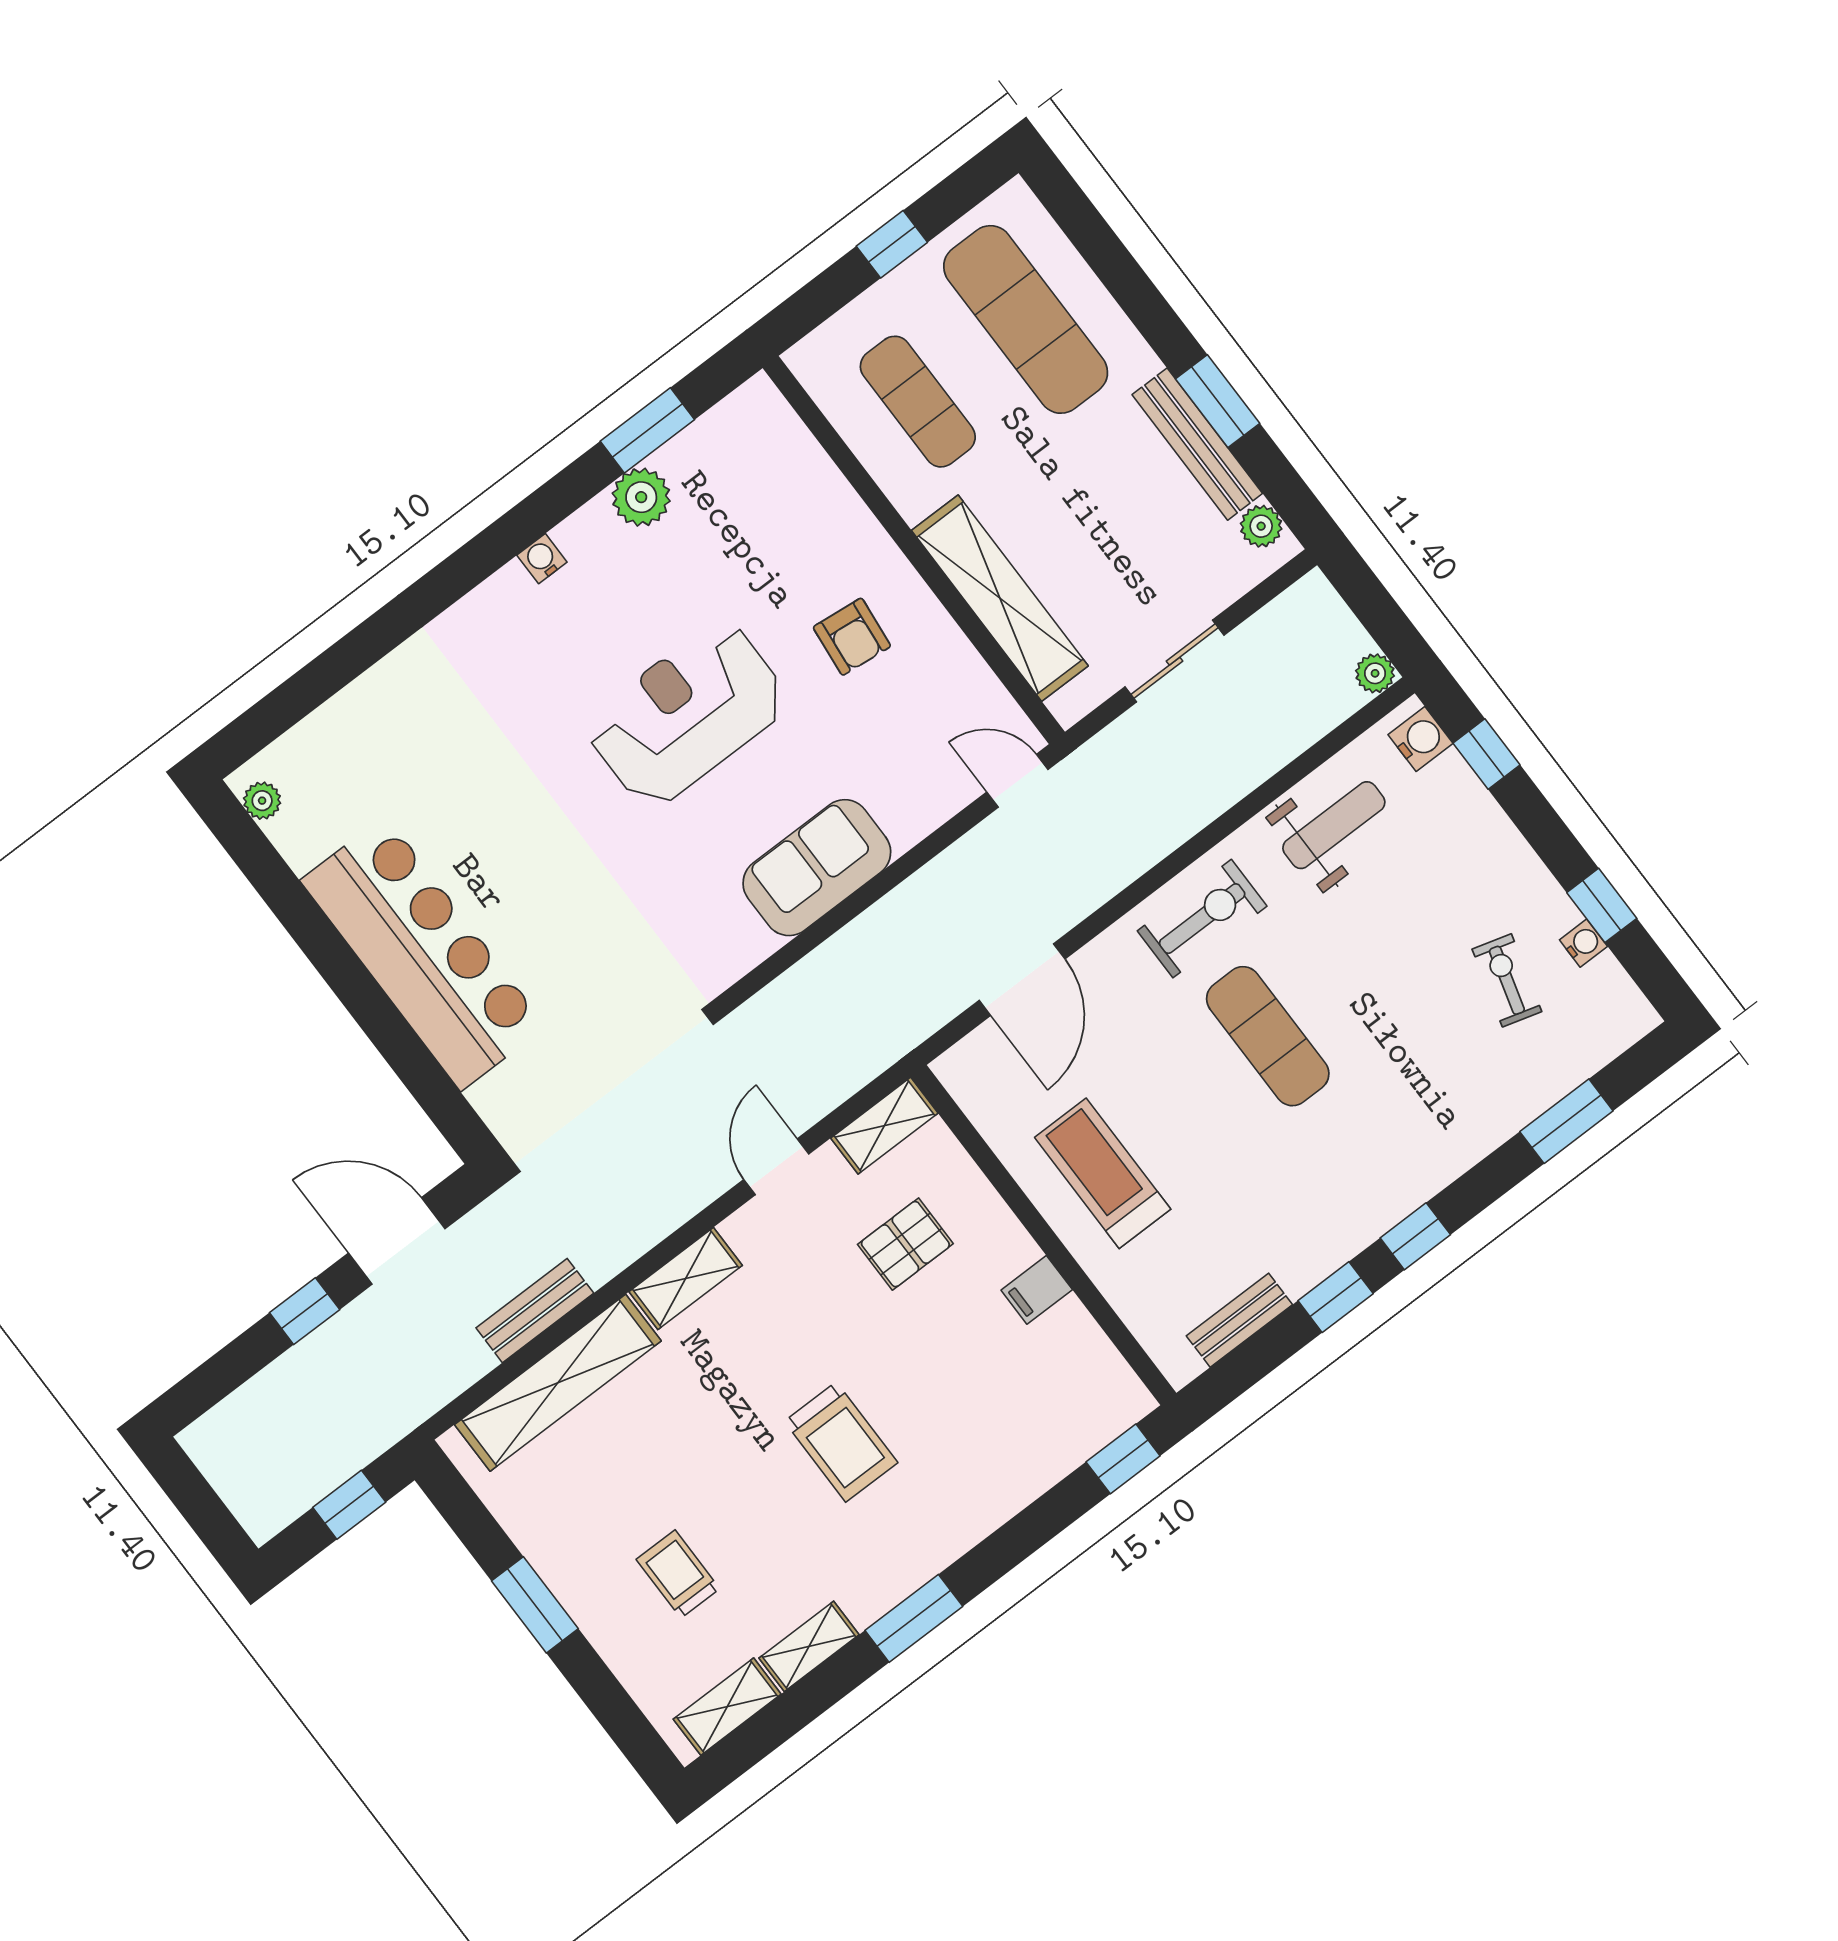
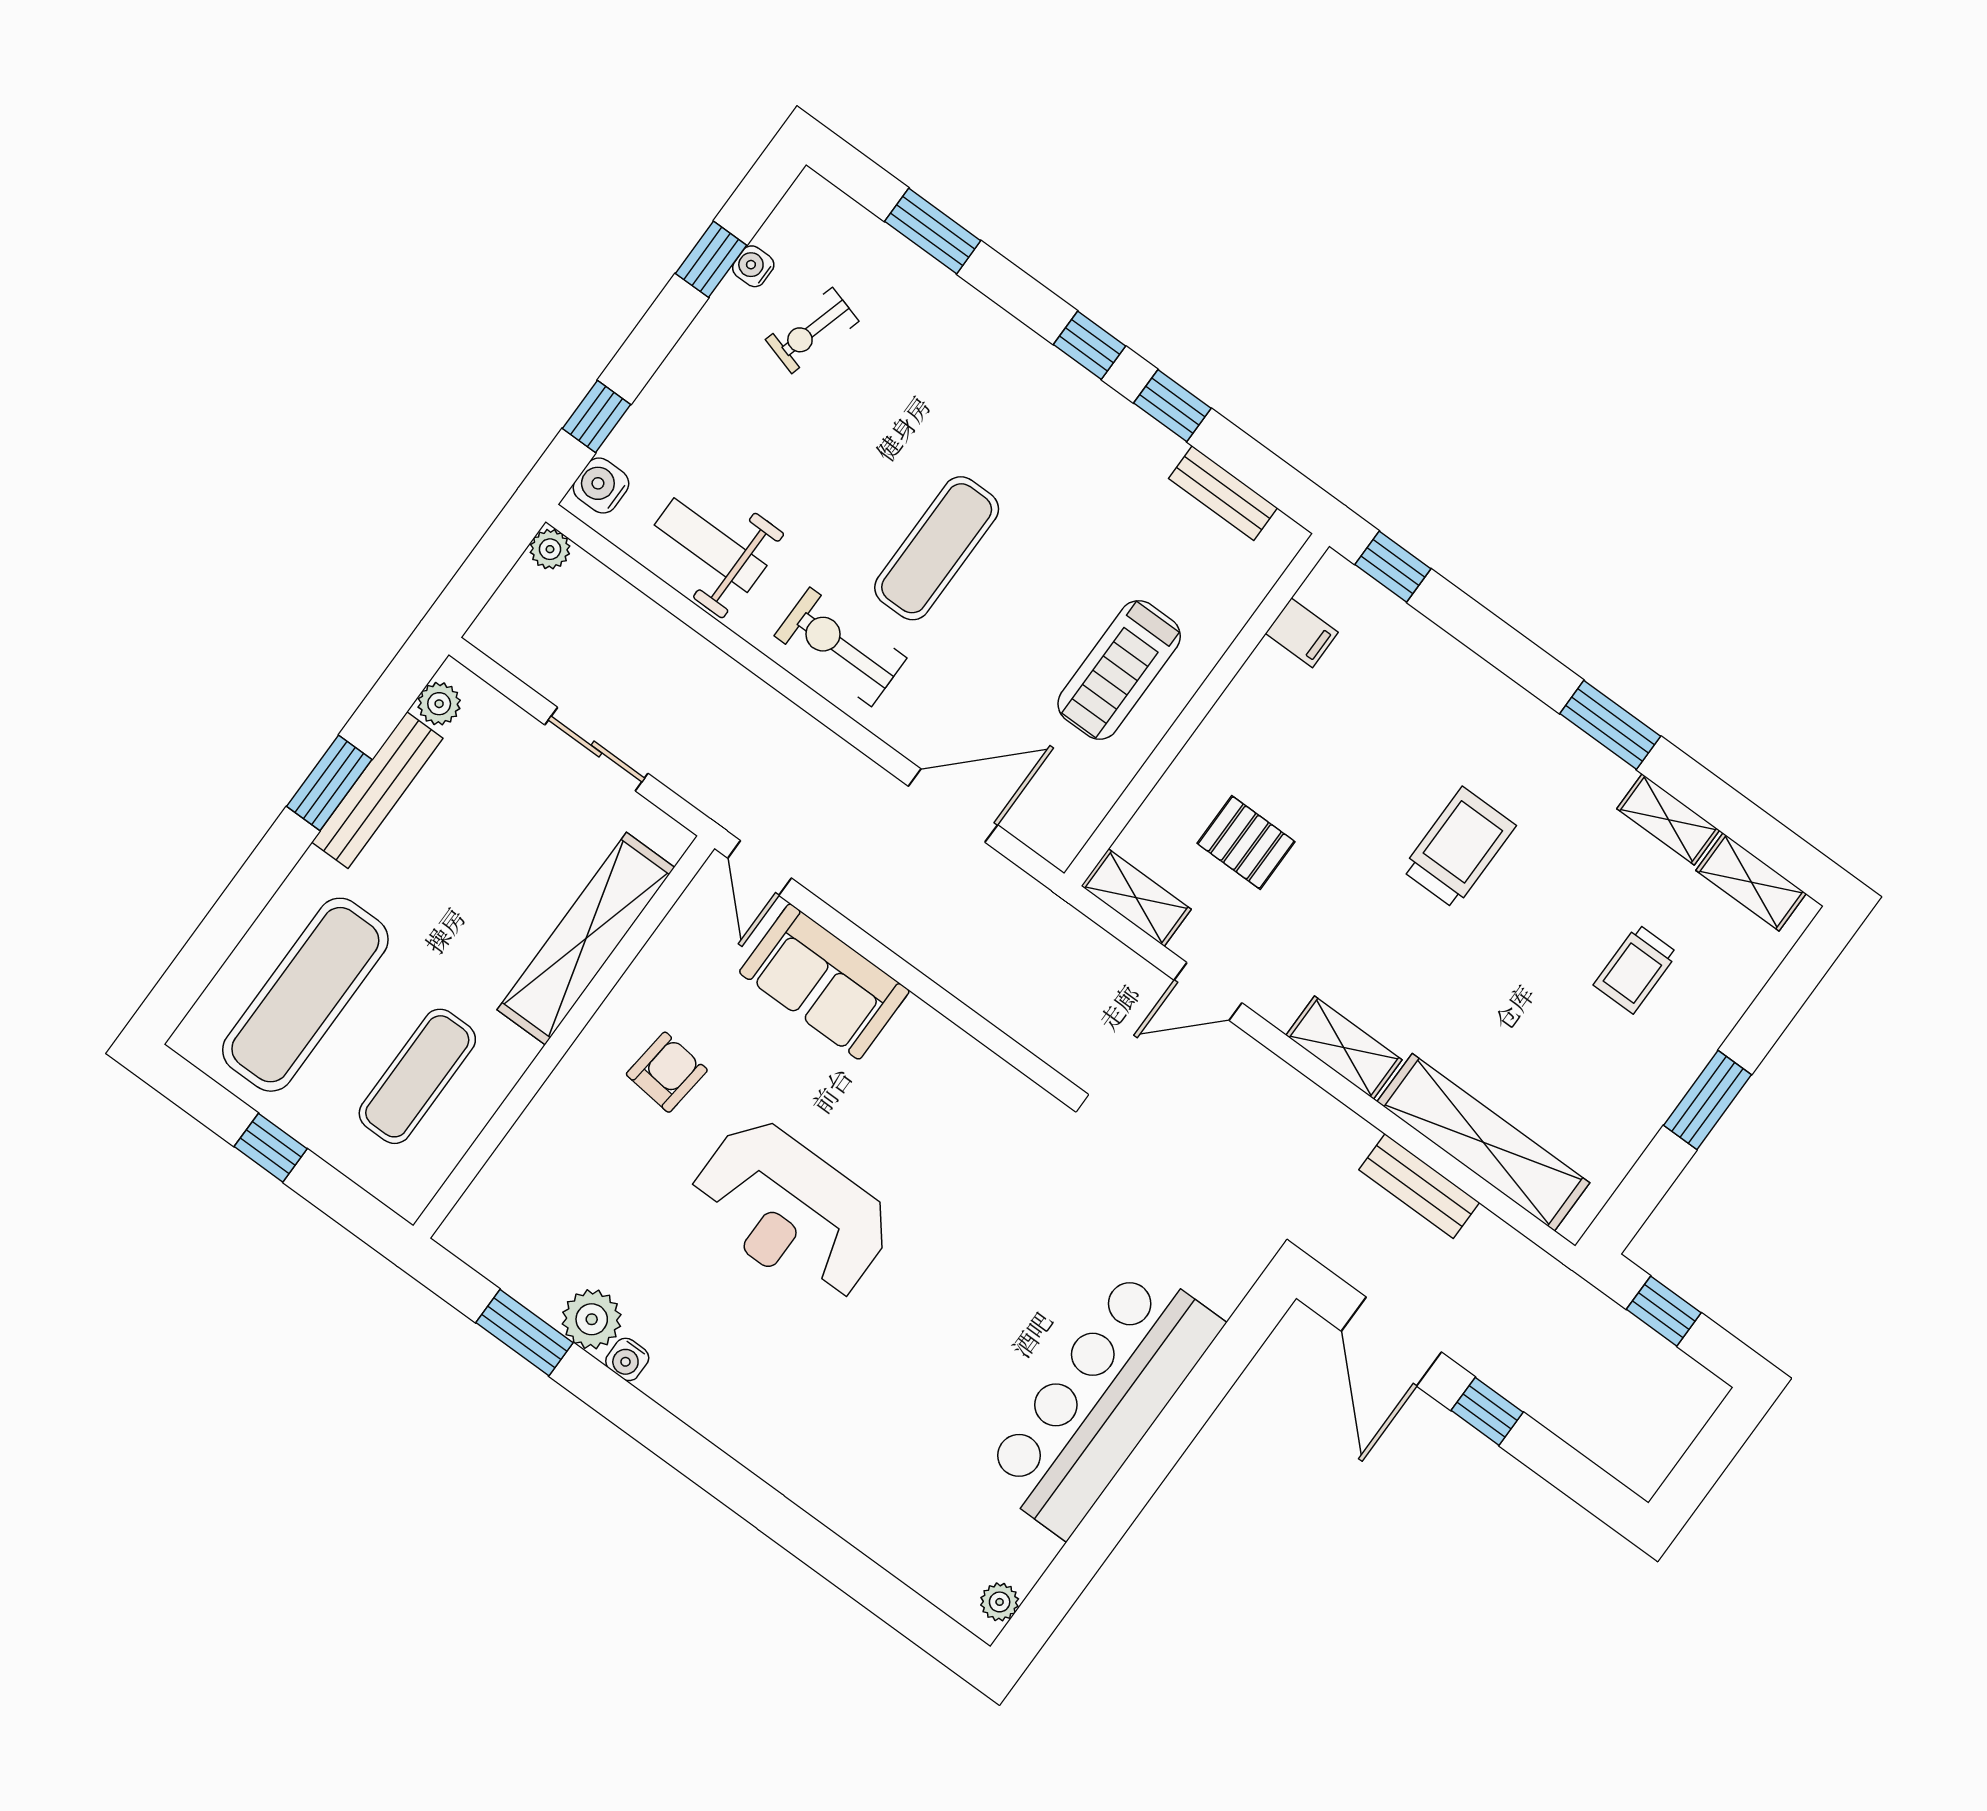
water cooler: (542, 559) -> (627, 1359), moved
sofa: (817, 868) -> (824, 982), moved
filing cabinet: (1037, 1290) -> (1302, 633), moved

